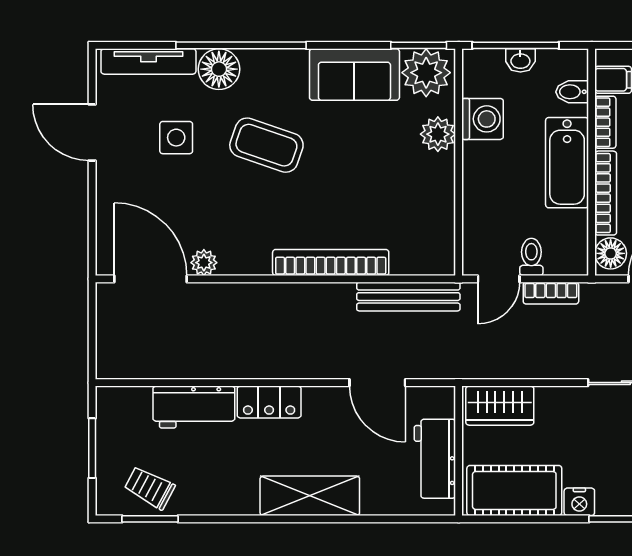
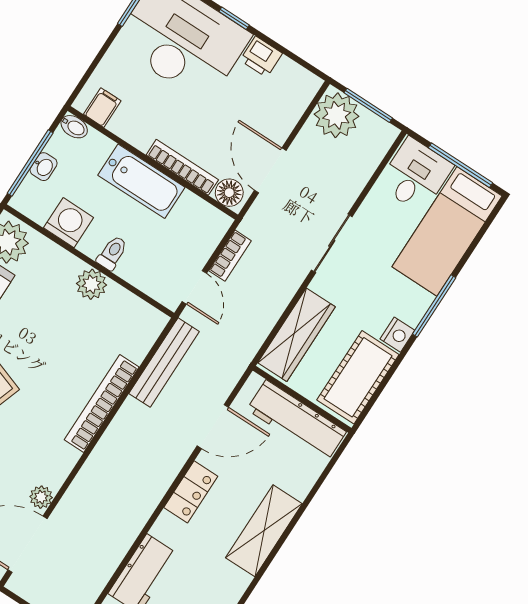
bidet: (572, 92) -> (74, 127), moved, turned -90
bookcase: (605, 122) -> (130, 134), removed
plant: (438, 134) -> (91, 284), moved
toilet: (531, 257) -> (112, 253), moved, turned 90
locker: (269, 402) -> (191, 492), moved
wardrobe: (500, 406) -> (296, 335), width x1.50
workbench: (435, 459) -> (297, 421), width x1.38

